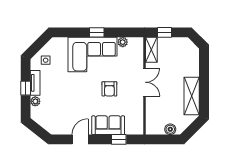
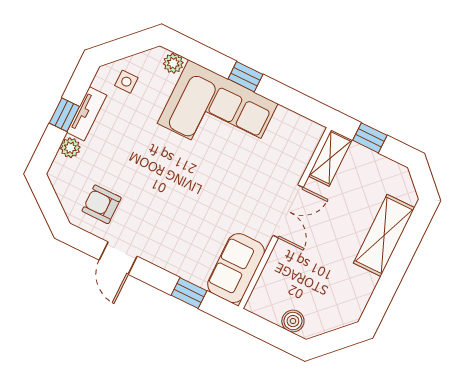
plant: (123, 42) -> (173, 63), moved
armchair: (109, 89) -> (102, 204), moved, turned 90
shelving: (192, 96) -> (384, 235), moved
sofa: (108, 125) -> (236, 268), moved, turned -90
door: (80, 139) -> (118, 258), swing flipped

